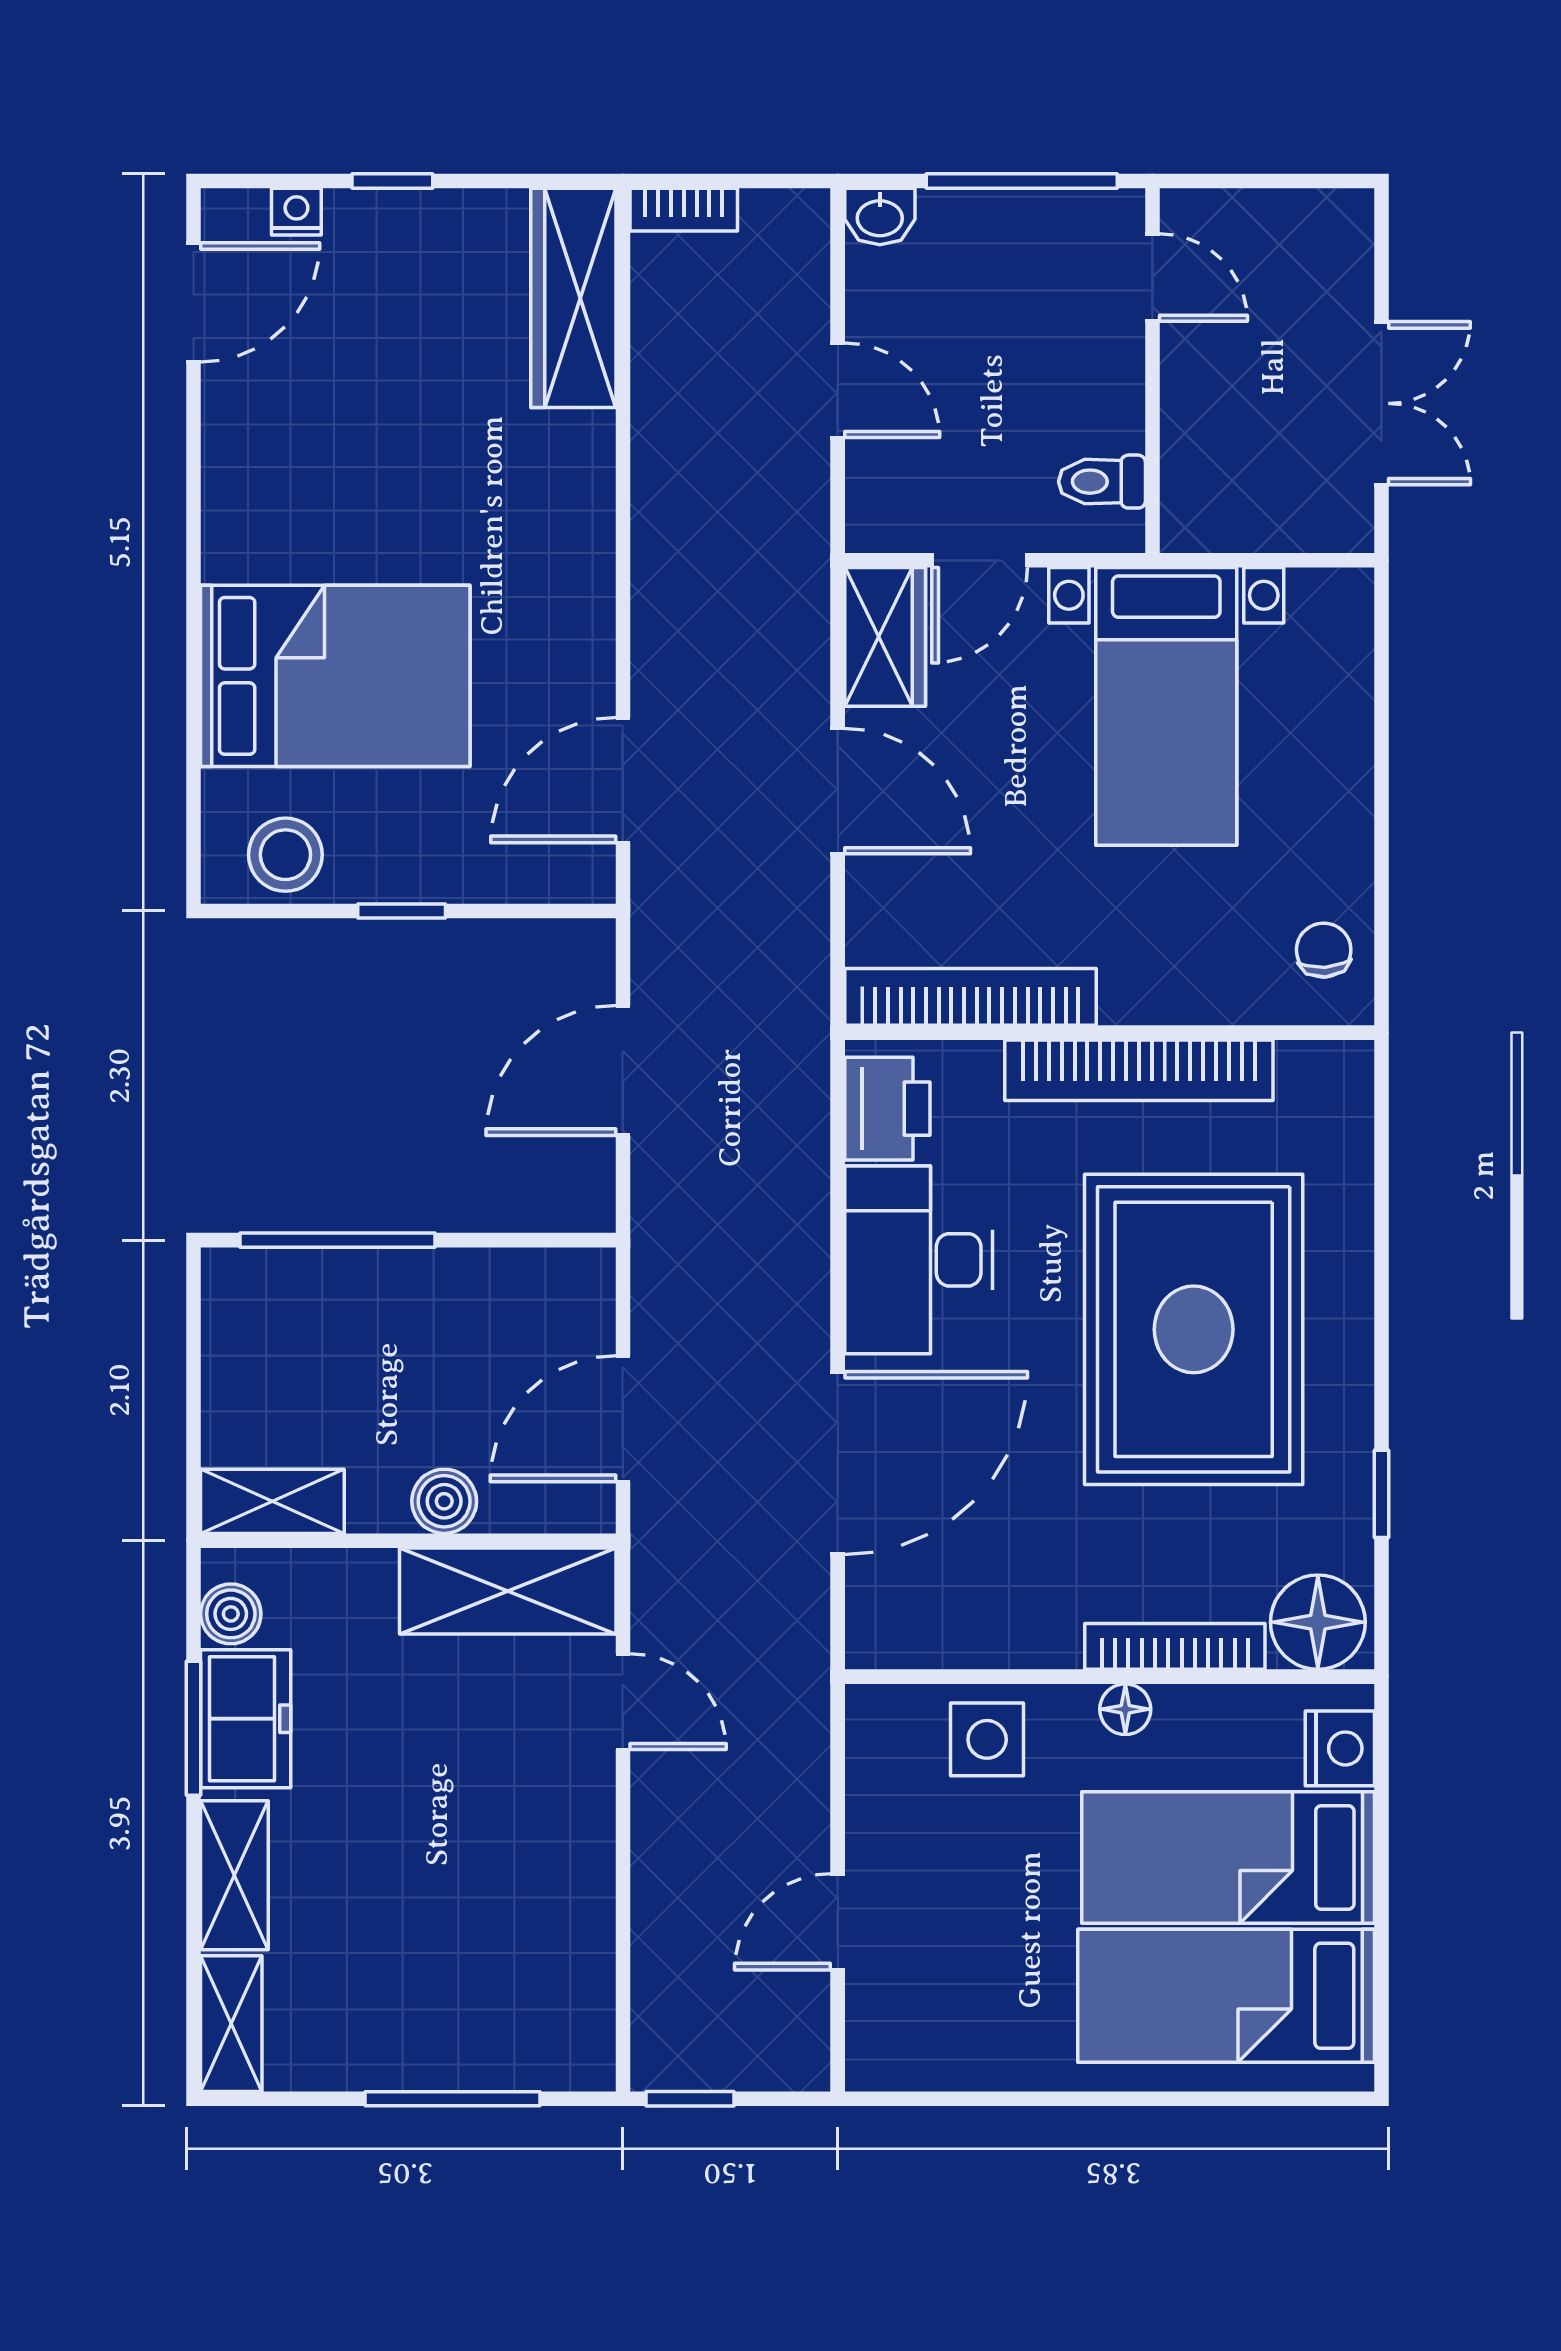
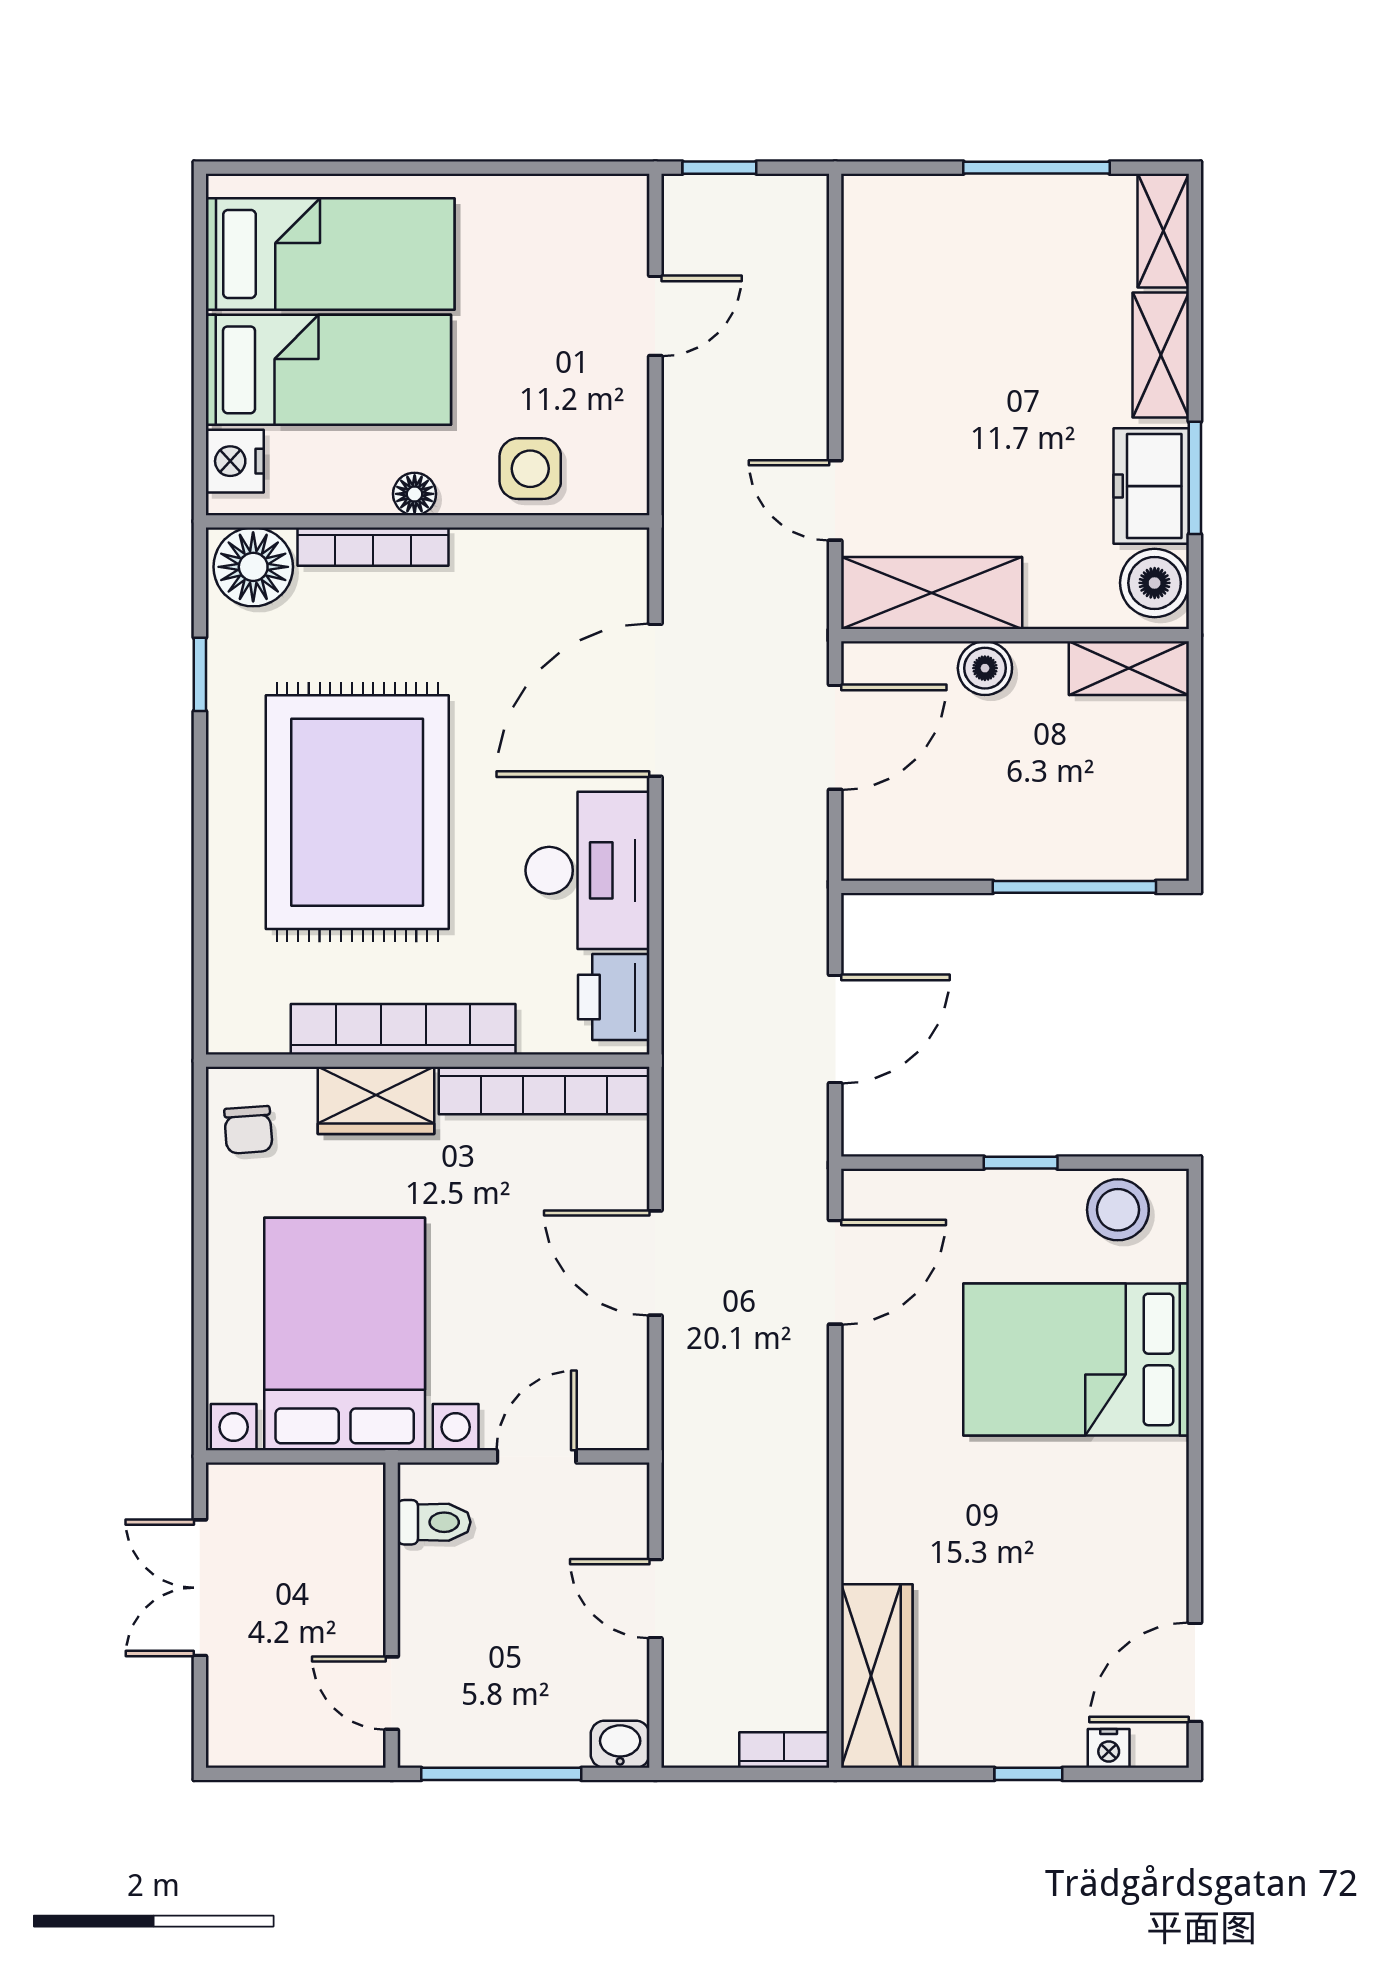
wardrobe: (885, 637) -> (376, 1100), moved, turned -90
bed with nightstands: (1166, 706) -> (345, 1334), width x1.36
boiler: (231, 1614) -> (1155, 583), width x1.36, depth x1.36
window: (453, 2099) -> (1036, 168), moved
window: (690, 2099) -> (719, 168), moved

